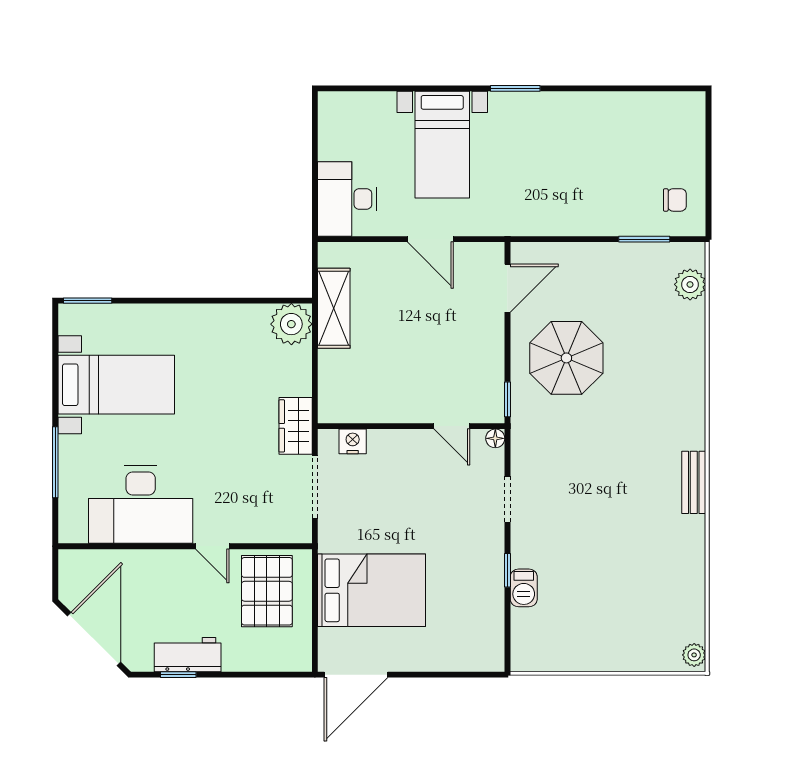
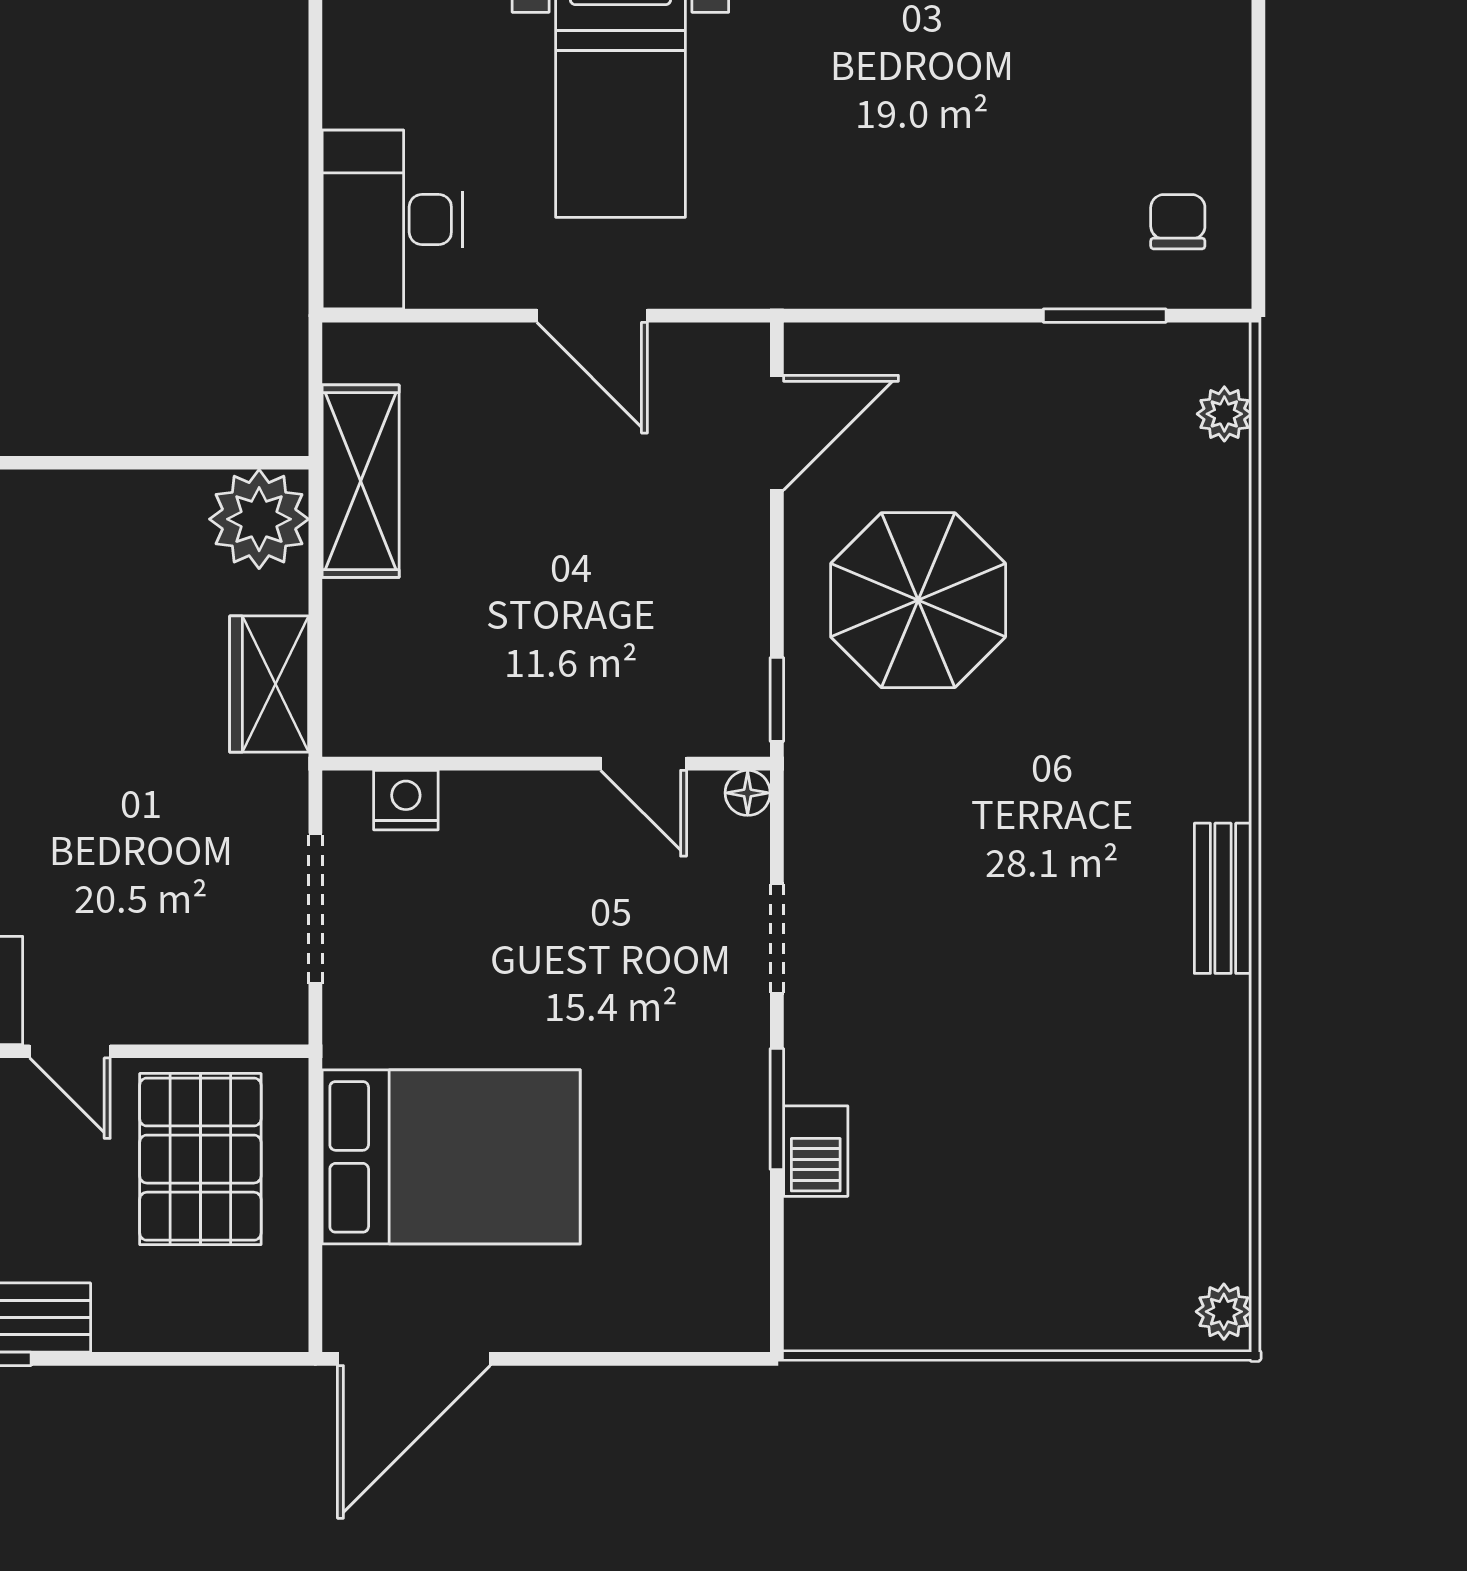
chair: (675, 200) -> (1178, 222), turned -90
plant: (690, 284) -> (1224, 414), width x0.73, depth x0.73
wardrobe: (296, 426) -> (269, 684), moved
window: (507, 570) -> (777, 1109), width x1.50

